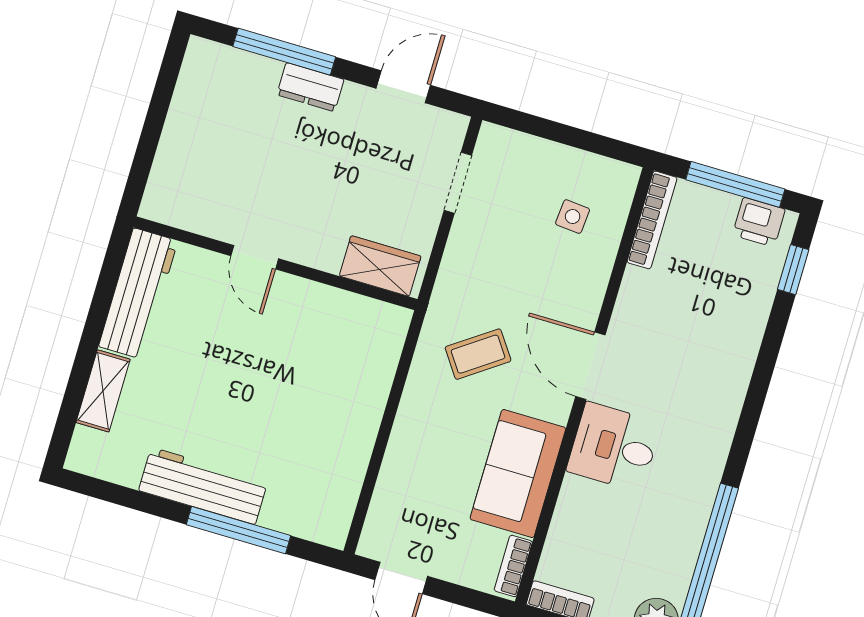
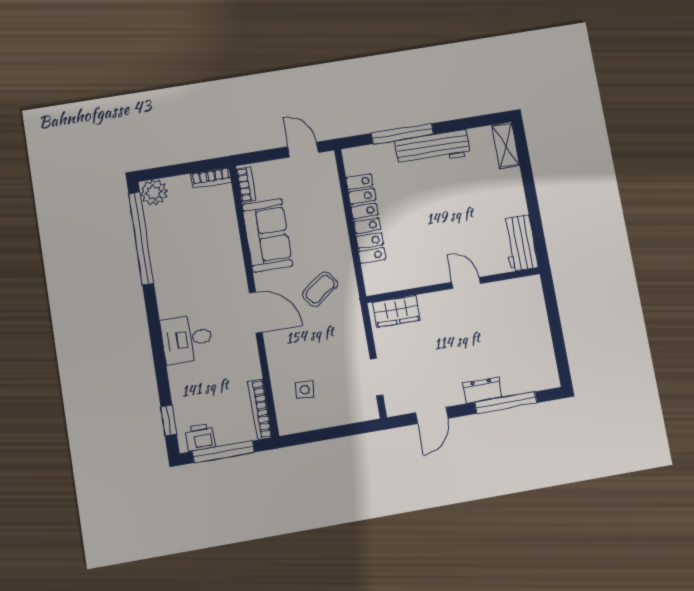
workbench: (138, 294) -> (520, 243), width x0.73
shelving: (103, 391) -> (506, 145), moved
locker: (358, 427) -> (366, 218), added
desk: (614, 447) -> (187, 339), moved, turned 180

